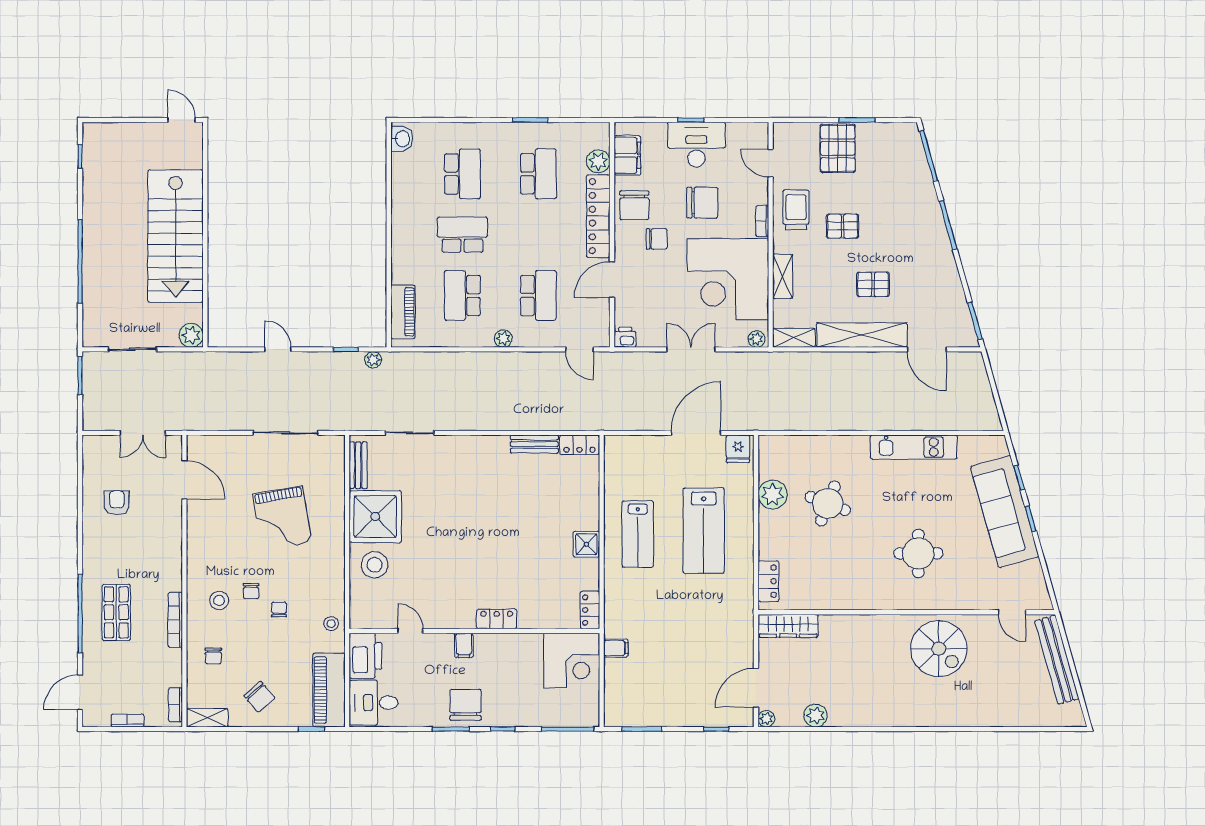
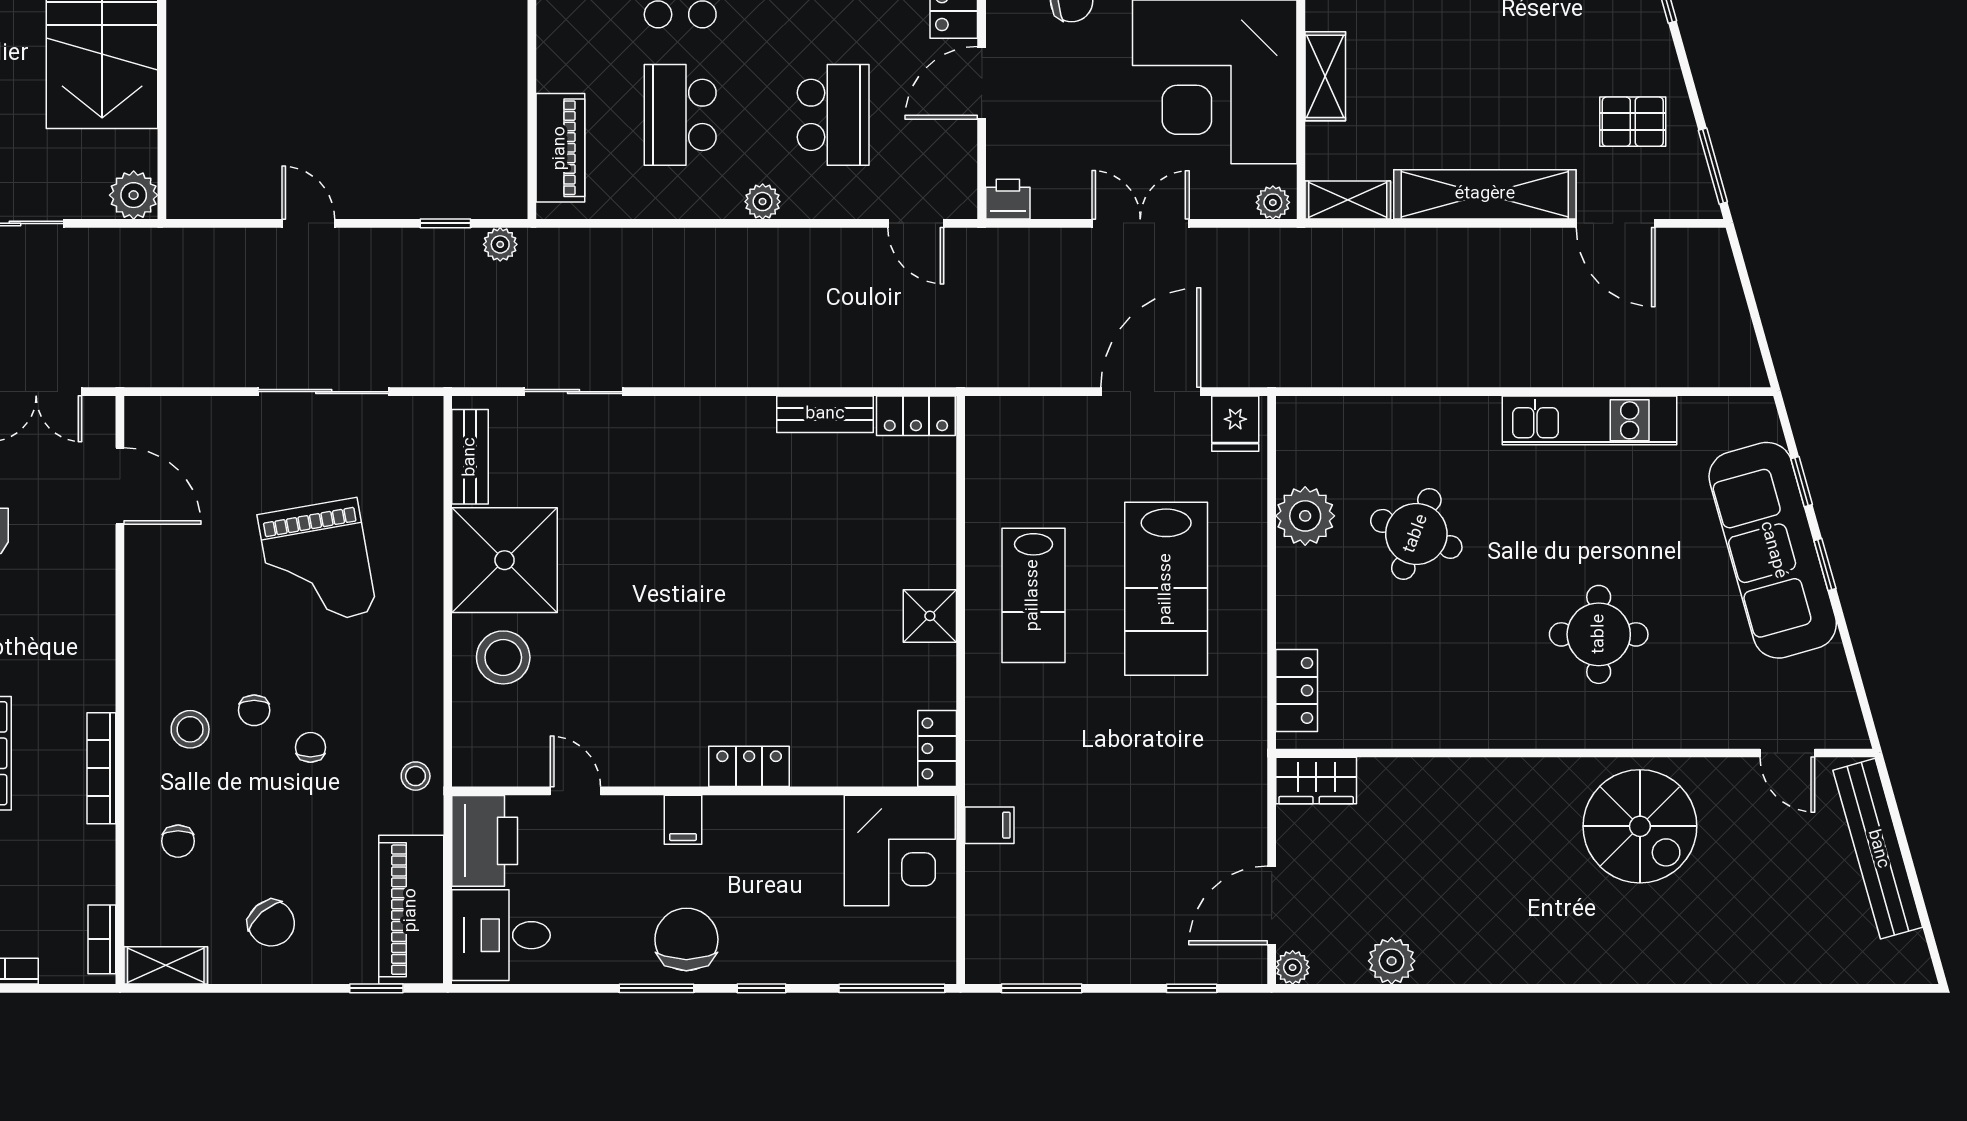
pallet: (873, 284) -> (1633, 122), moved
wardrobe: (788, 626) -> (1316, 781), width x0.67

